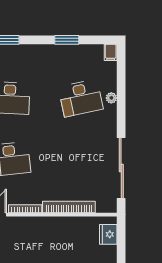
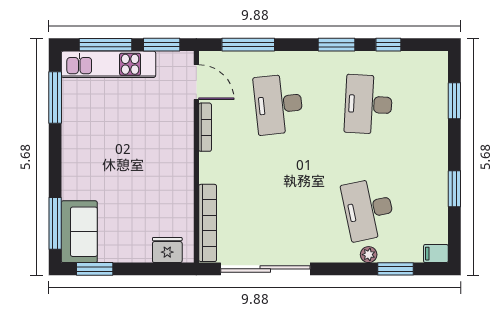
window: (121, 80) -> (395, 269), added
bookcase: (69, 207) -> (208, 223), moved

